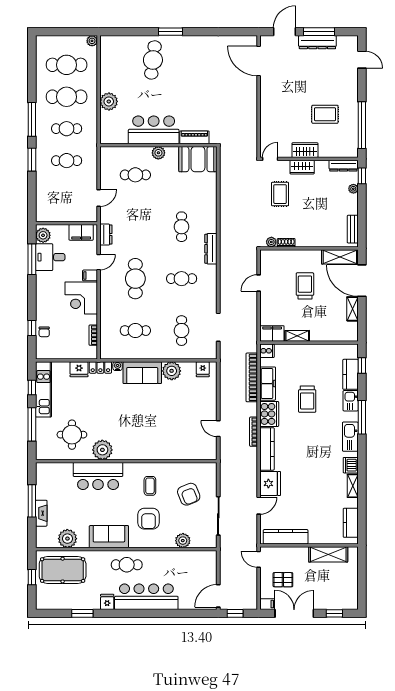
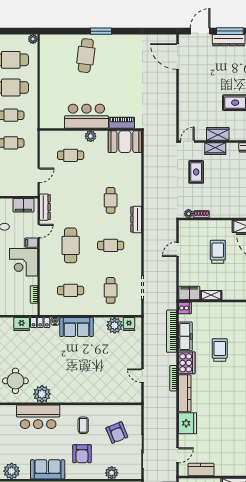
plant: (109, 101) -> (47, 92), removed
dresser: (106, 235) -> (45, 207), width x1.44
plant: (172, 371) -> (115, 325), moved
trolley: (307, 399) -> (220, 350), turned 180
door: (259, 506) -> (177, 455), moved
kitchen counter: (286, 537) -> (201, 469), width x0.67

